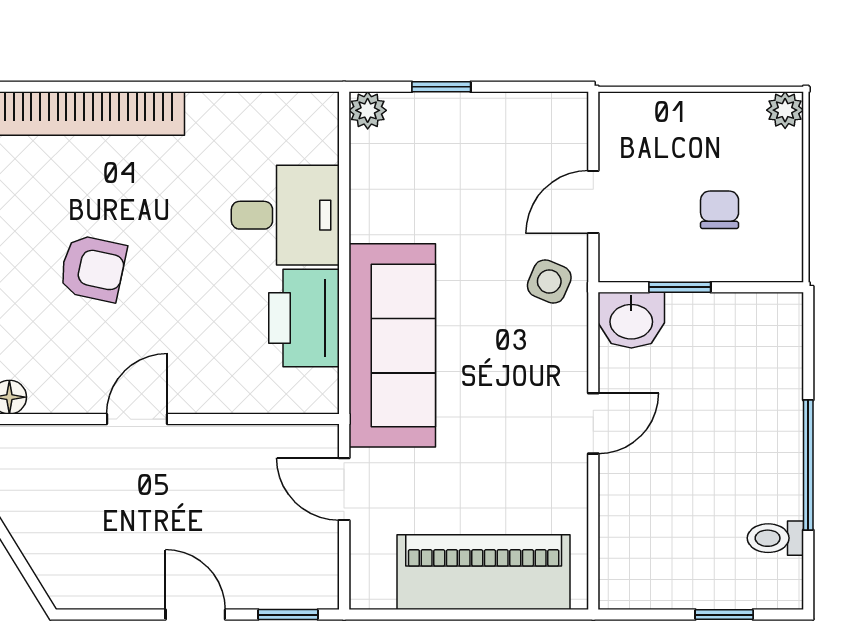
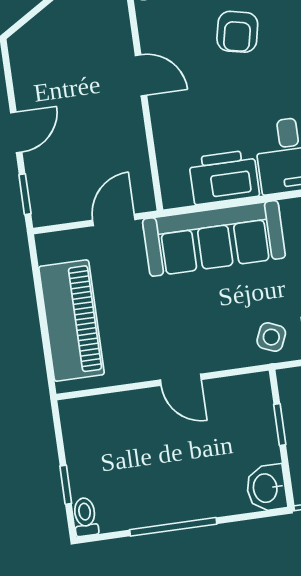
washbasin: (631, 320) -> (266, 488), moved
toilet: (775, 538) -> (85, 517), moved

